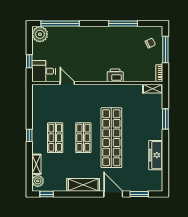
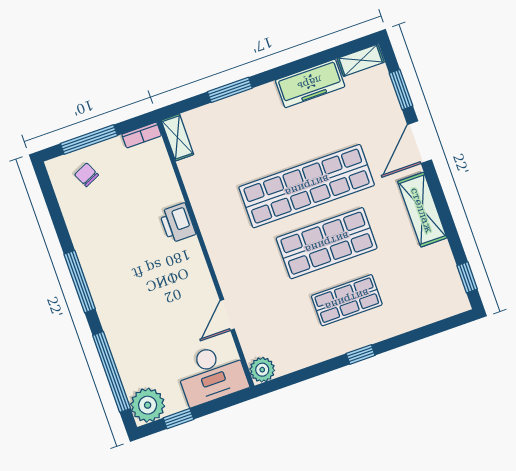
window: (123, 24) -> (80, 282), moved
window: (29, 61) -> (178, 419), moved
desk: (44, 71) -> (212, 374), width x1.37
shop shelf: (83, 138) -> (327, 243), width x1.43, depth x1.36
shelving: (36, 164) -> (361, 60), moved
plant: (38, 181) -> (262, 370), moved

